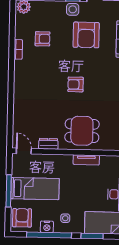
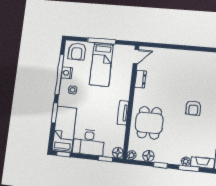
armchair: (76, 84) -> (193, 108), turned 180
dining table: (82, 131) -> (149, 123), moved
armchair: (22, 218) -> (77, 51), turned 90

